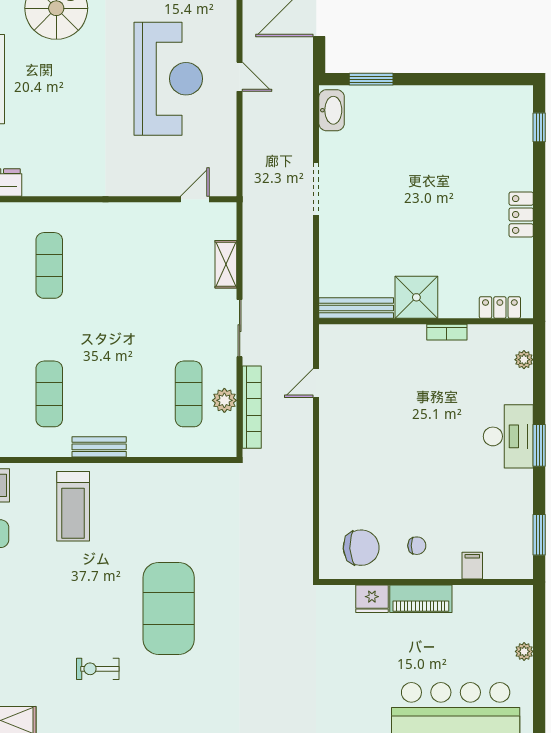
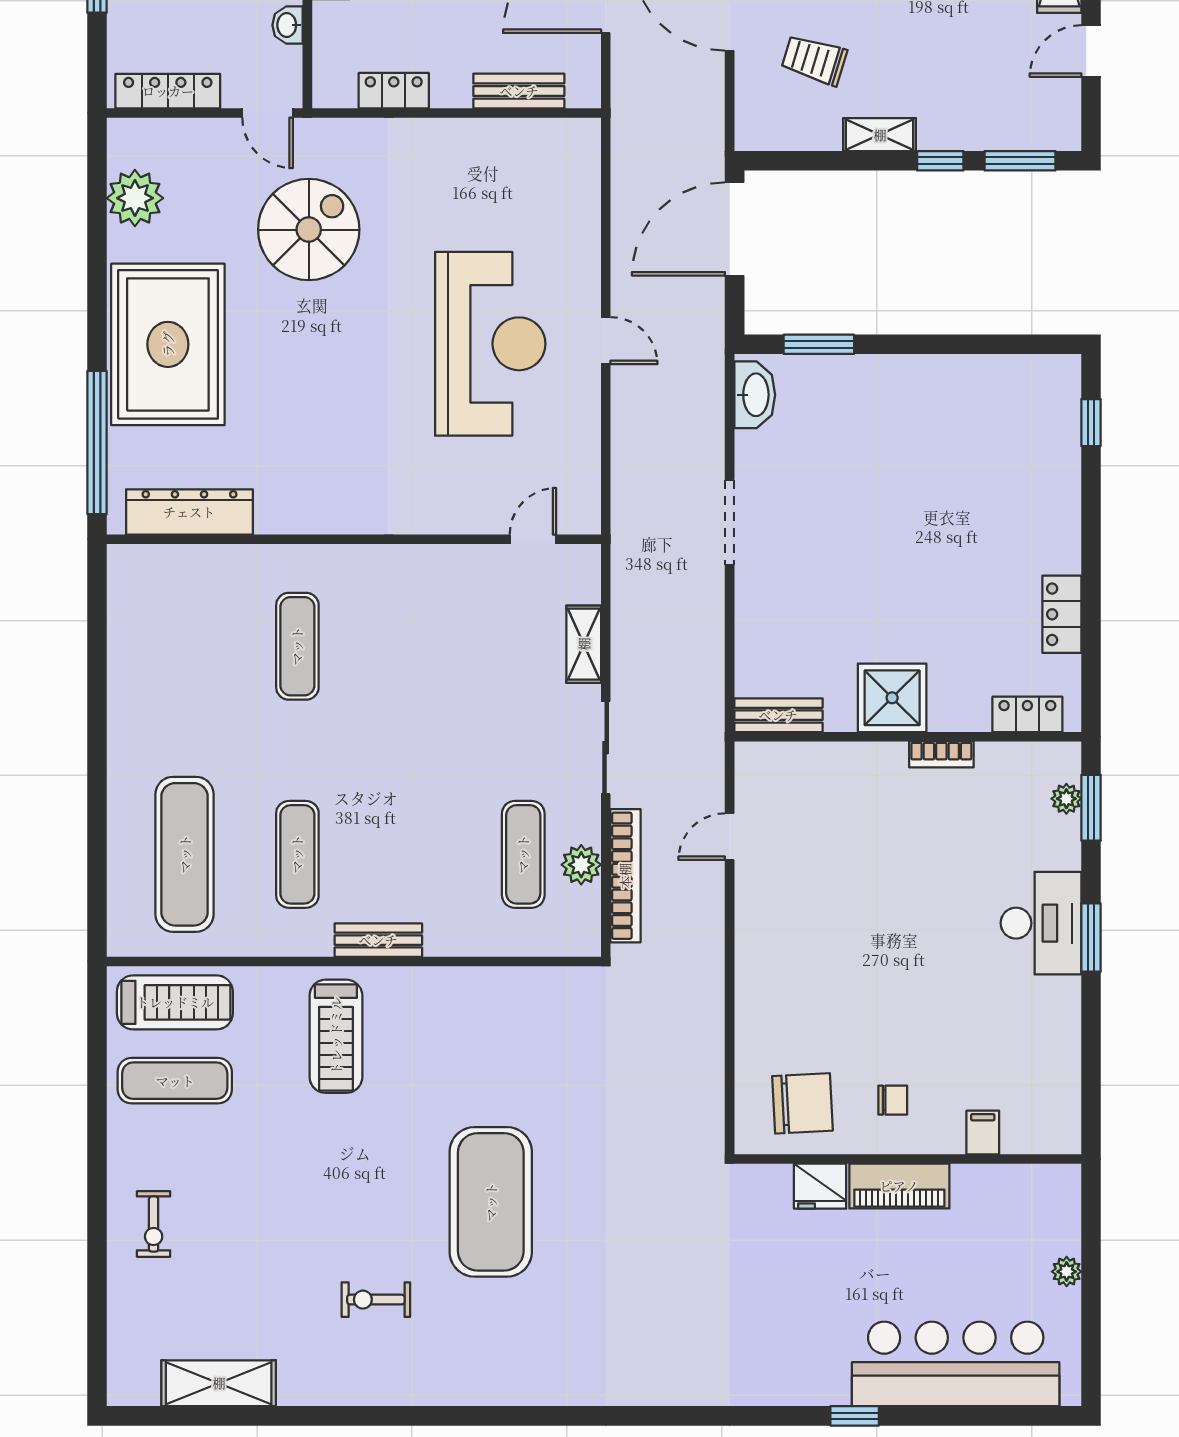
locker: (521, 215) -> (1062, 614), moved
bench: (356, 308) -> (778, 715), width x0.73
window: (539, 535) -> (1091, 808), moved

